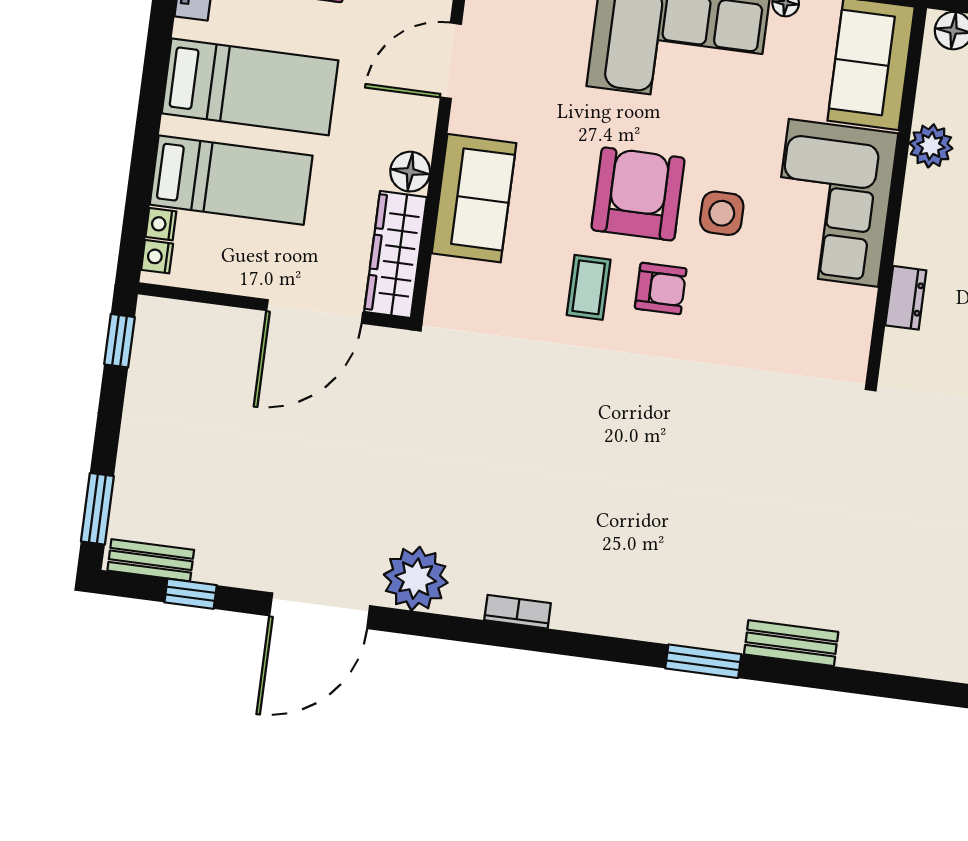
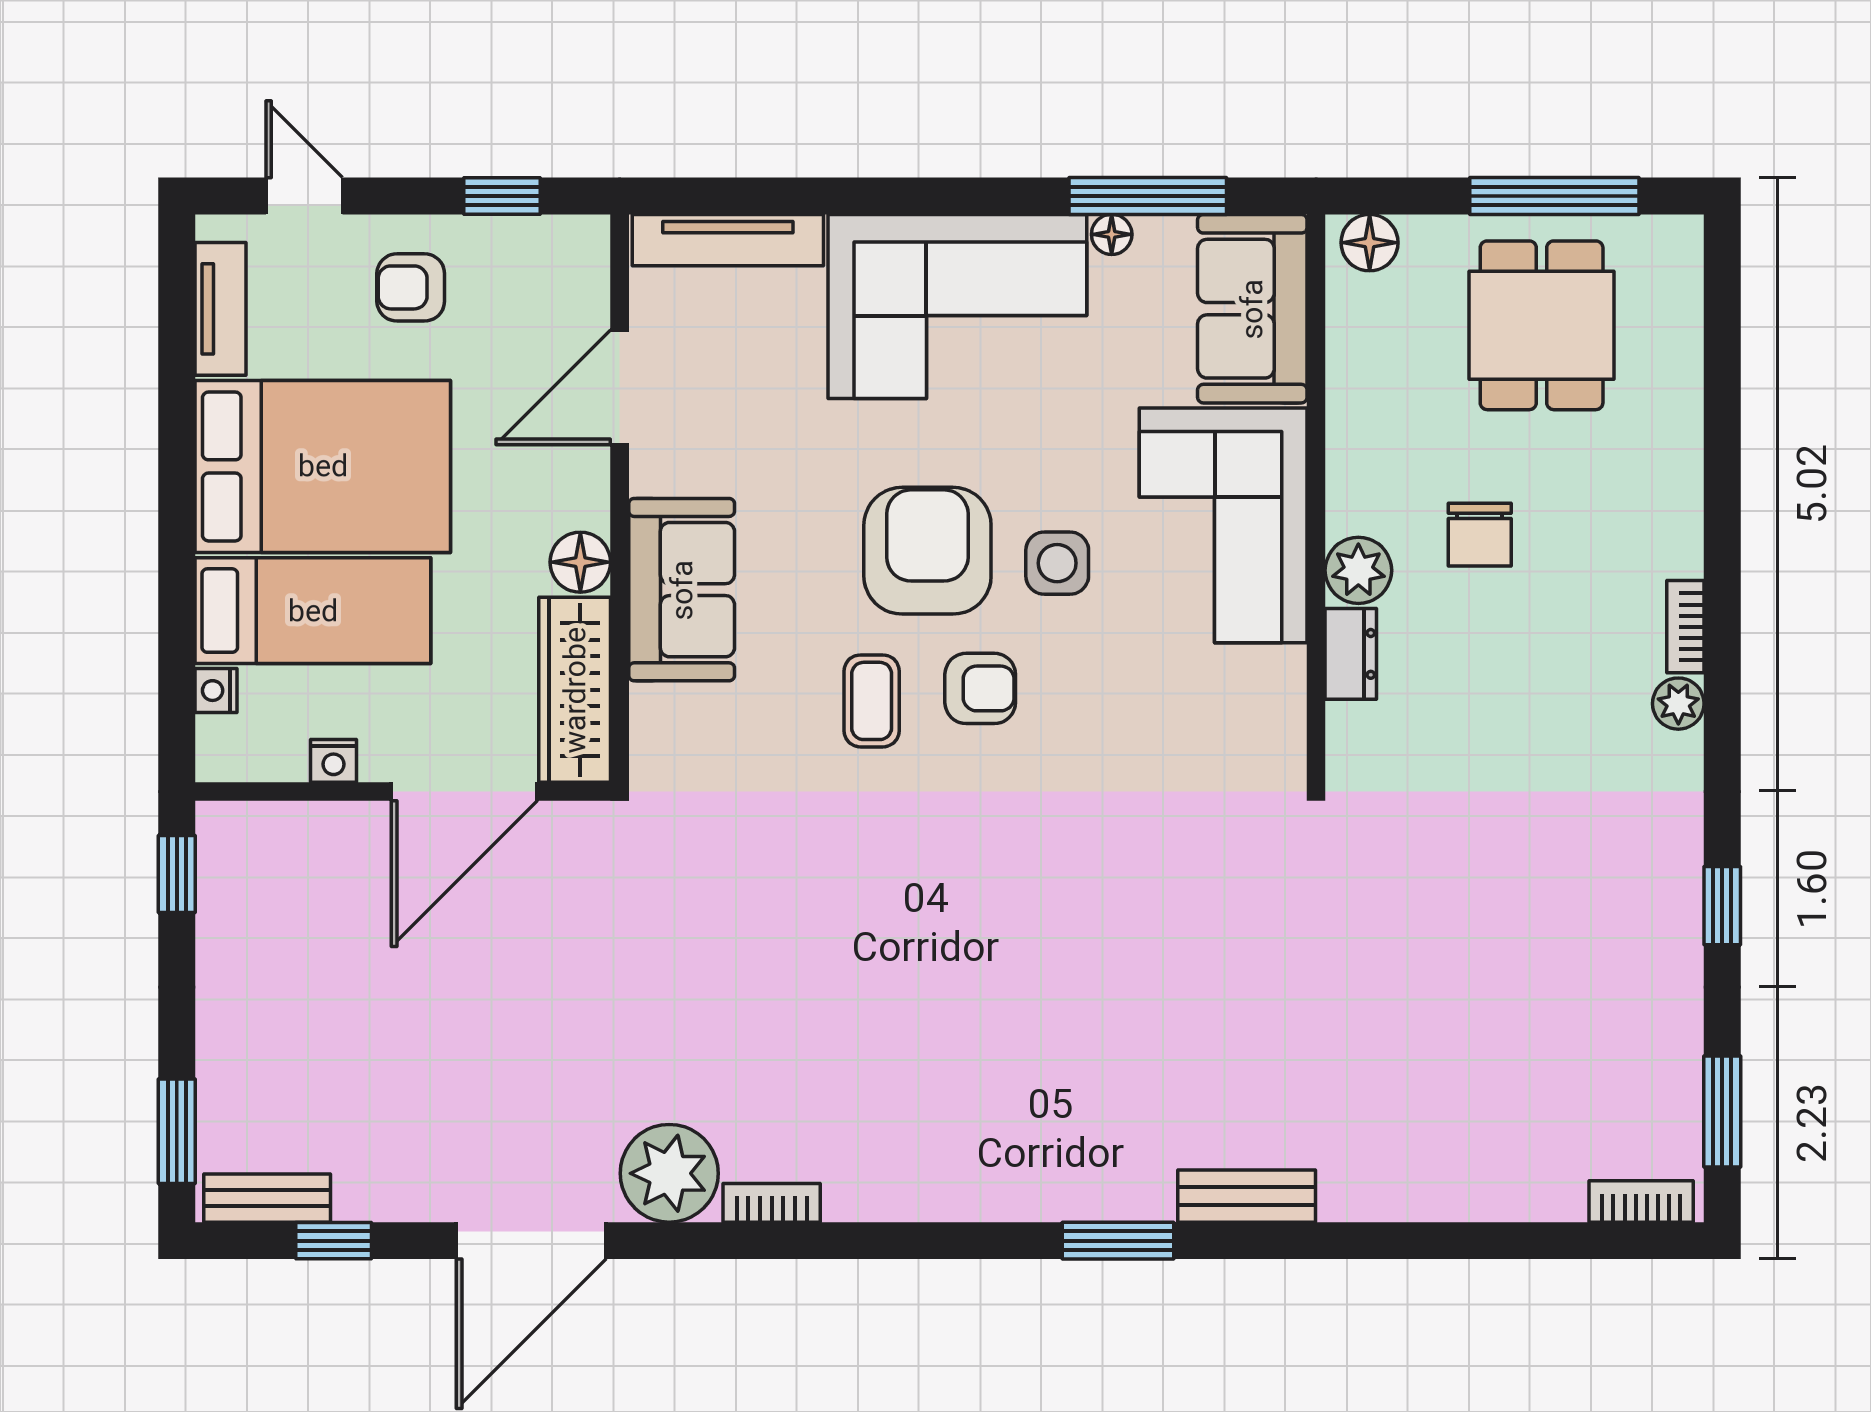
bed: (250, 87) -> (323, 466), width x1.50
plant: (931, 146) -> (1358, 570), moved
nightstand: (157, 257) -> (334, 761), moved, turned -90
bookcase: (518, 612) -> (772, 1203), moved

